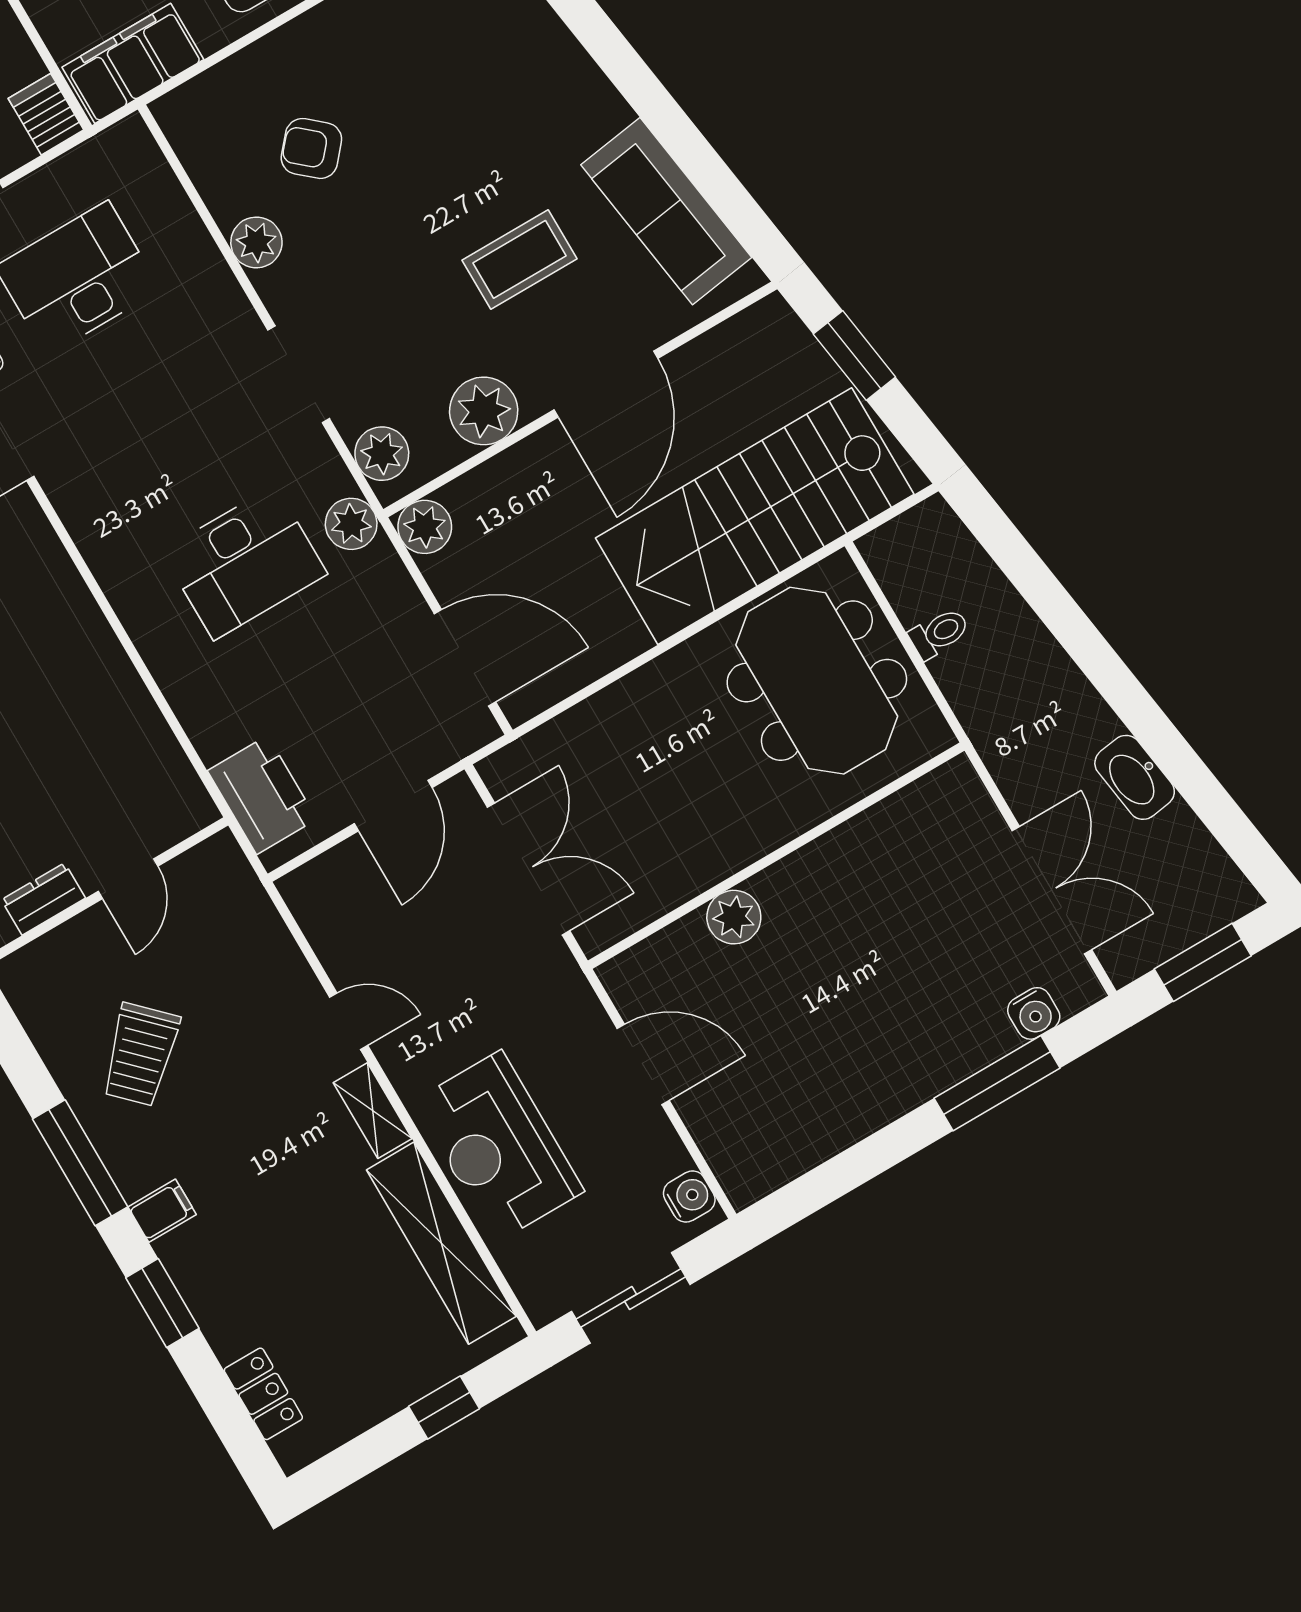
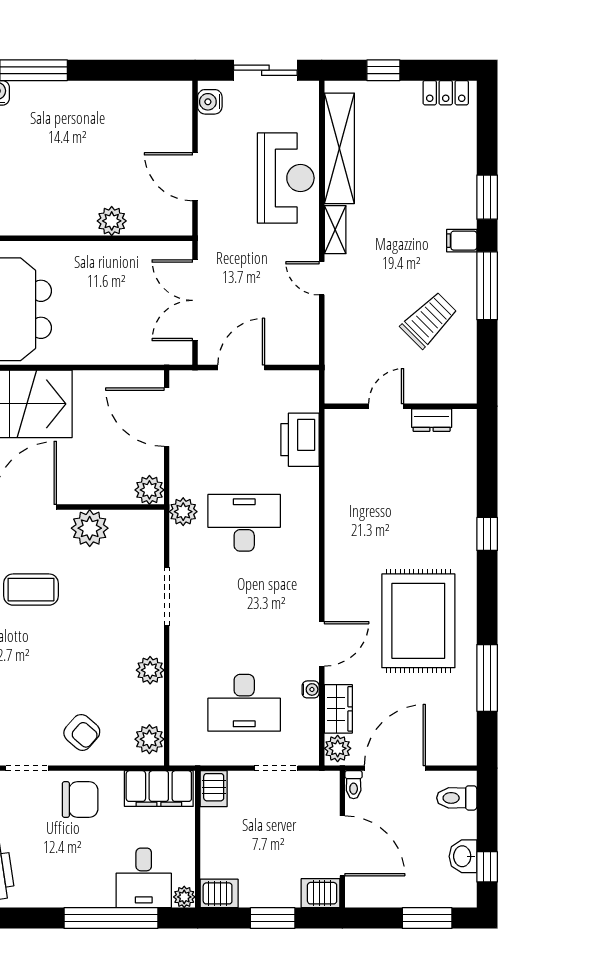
armchair: (311, 148) -> (82, 732), moved
plant: (382, 454) -> (149, 739), moved
printer: (262, 795) -> (300, 440), moved
locker: (263, 1394) -> (446, 93), moved, turned -90

